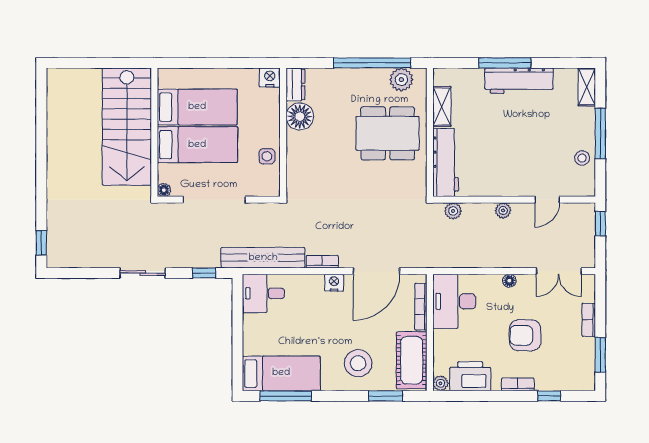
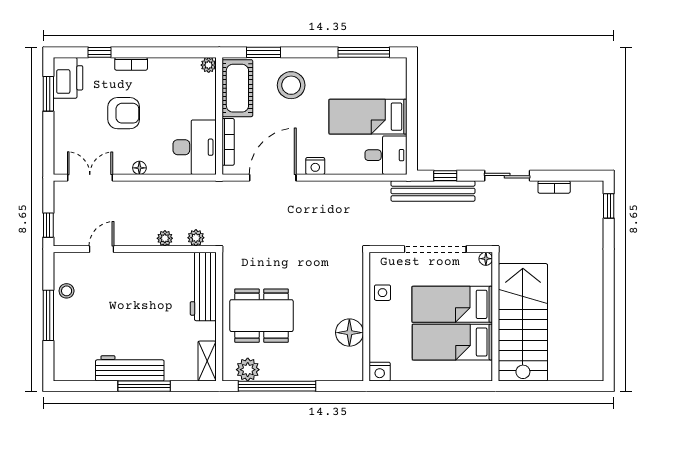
dresser: (295, 84) -> (354, 365), removed
shelving: (587, 87) -> (62, 362), removed
shelving: (442, 107) -> (207, 361), moved
plant: (503, 210) -> (165, 238), moved
bench: (263, 258) -> (433, 191), moved
bookcase: (322, 262) -> (554, 187), moved
bookcase: (589, 320) -> (60, 129), removed
bed: (281, 373) -> (368, 117), moved
printer: (470, 376) -> (68, 78), moved, turned -90

